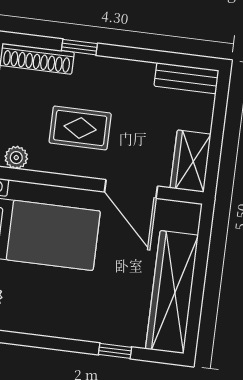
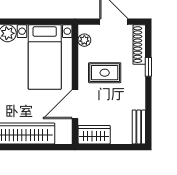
rug: (80, 128) -> (105, 73), turned 90

